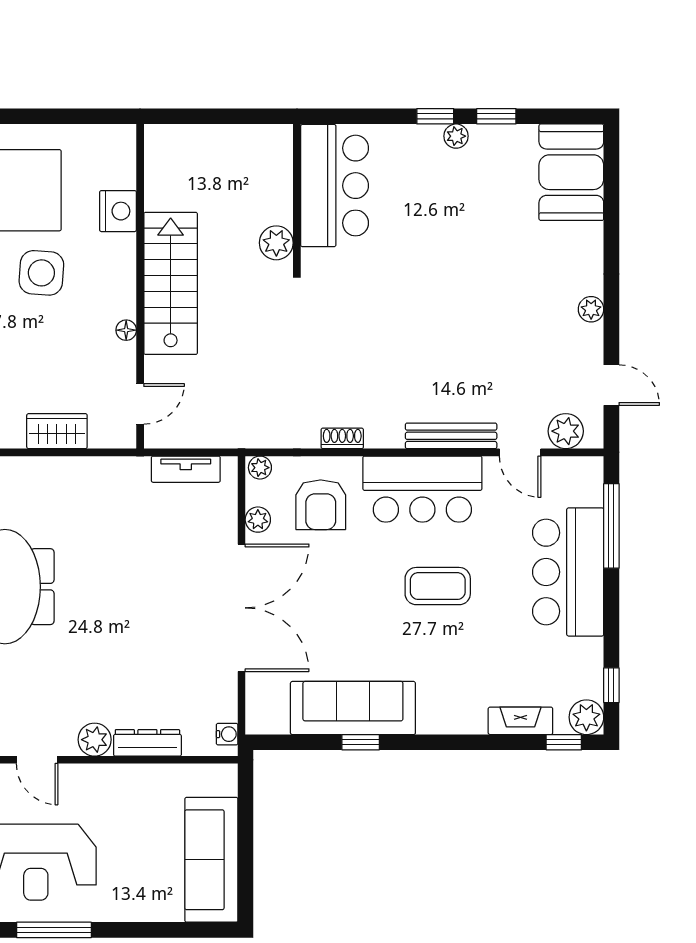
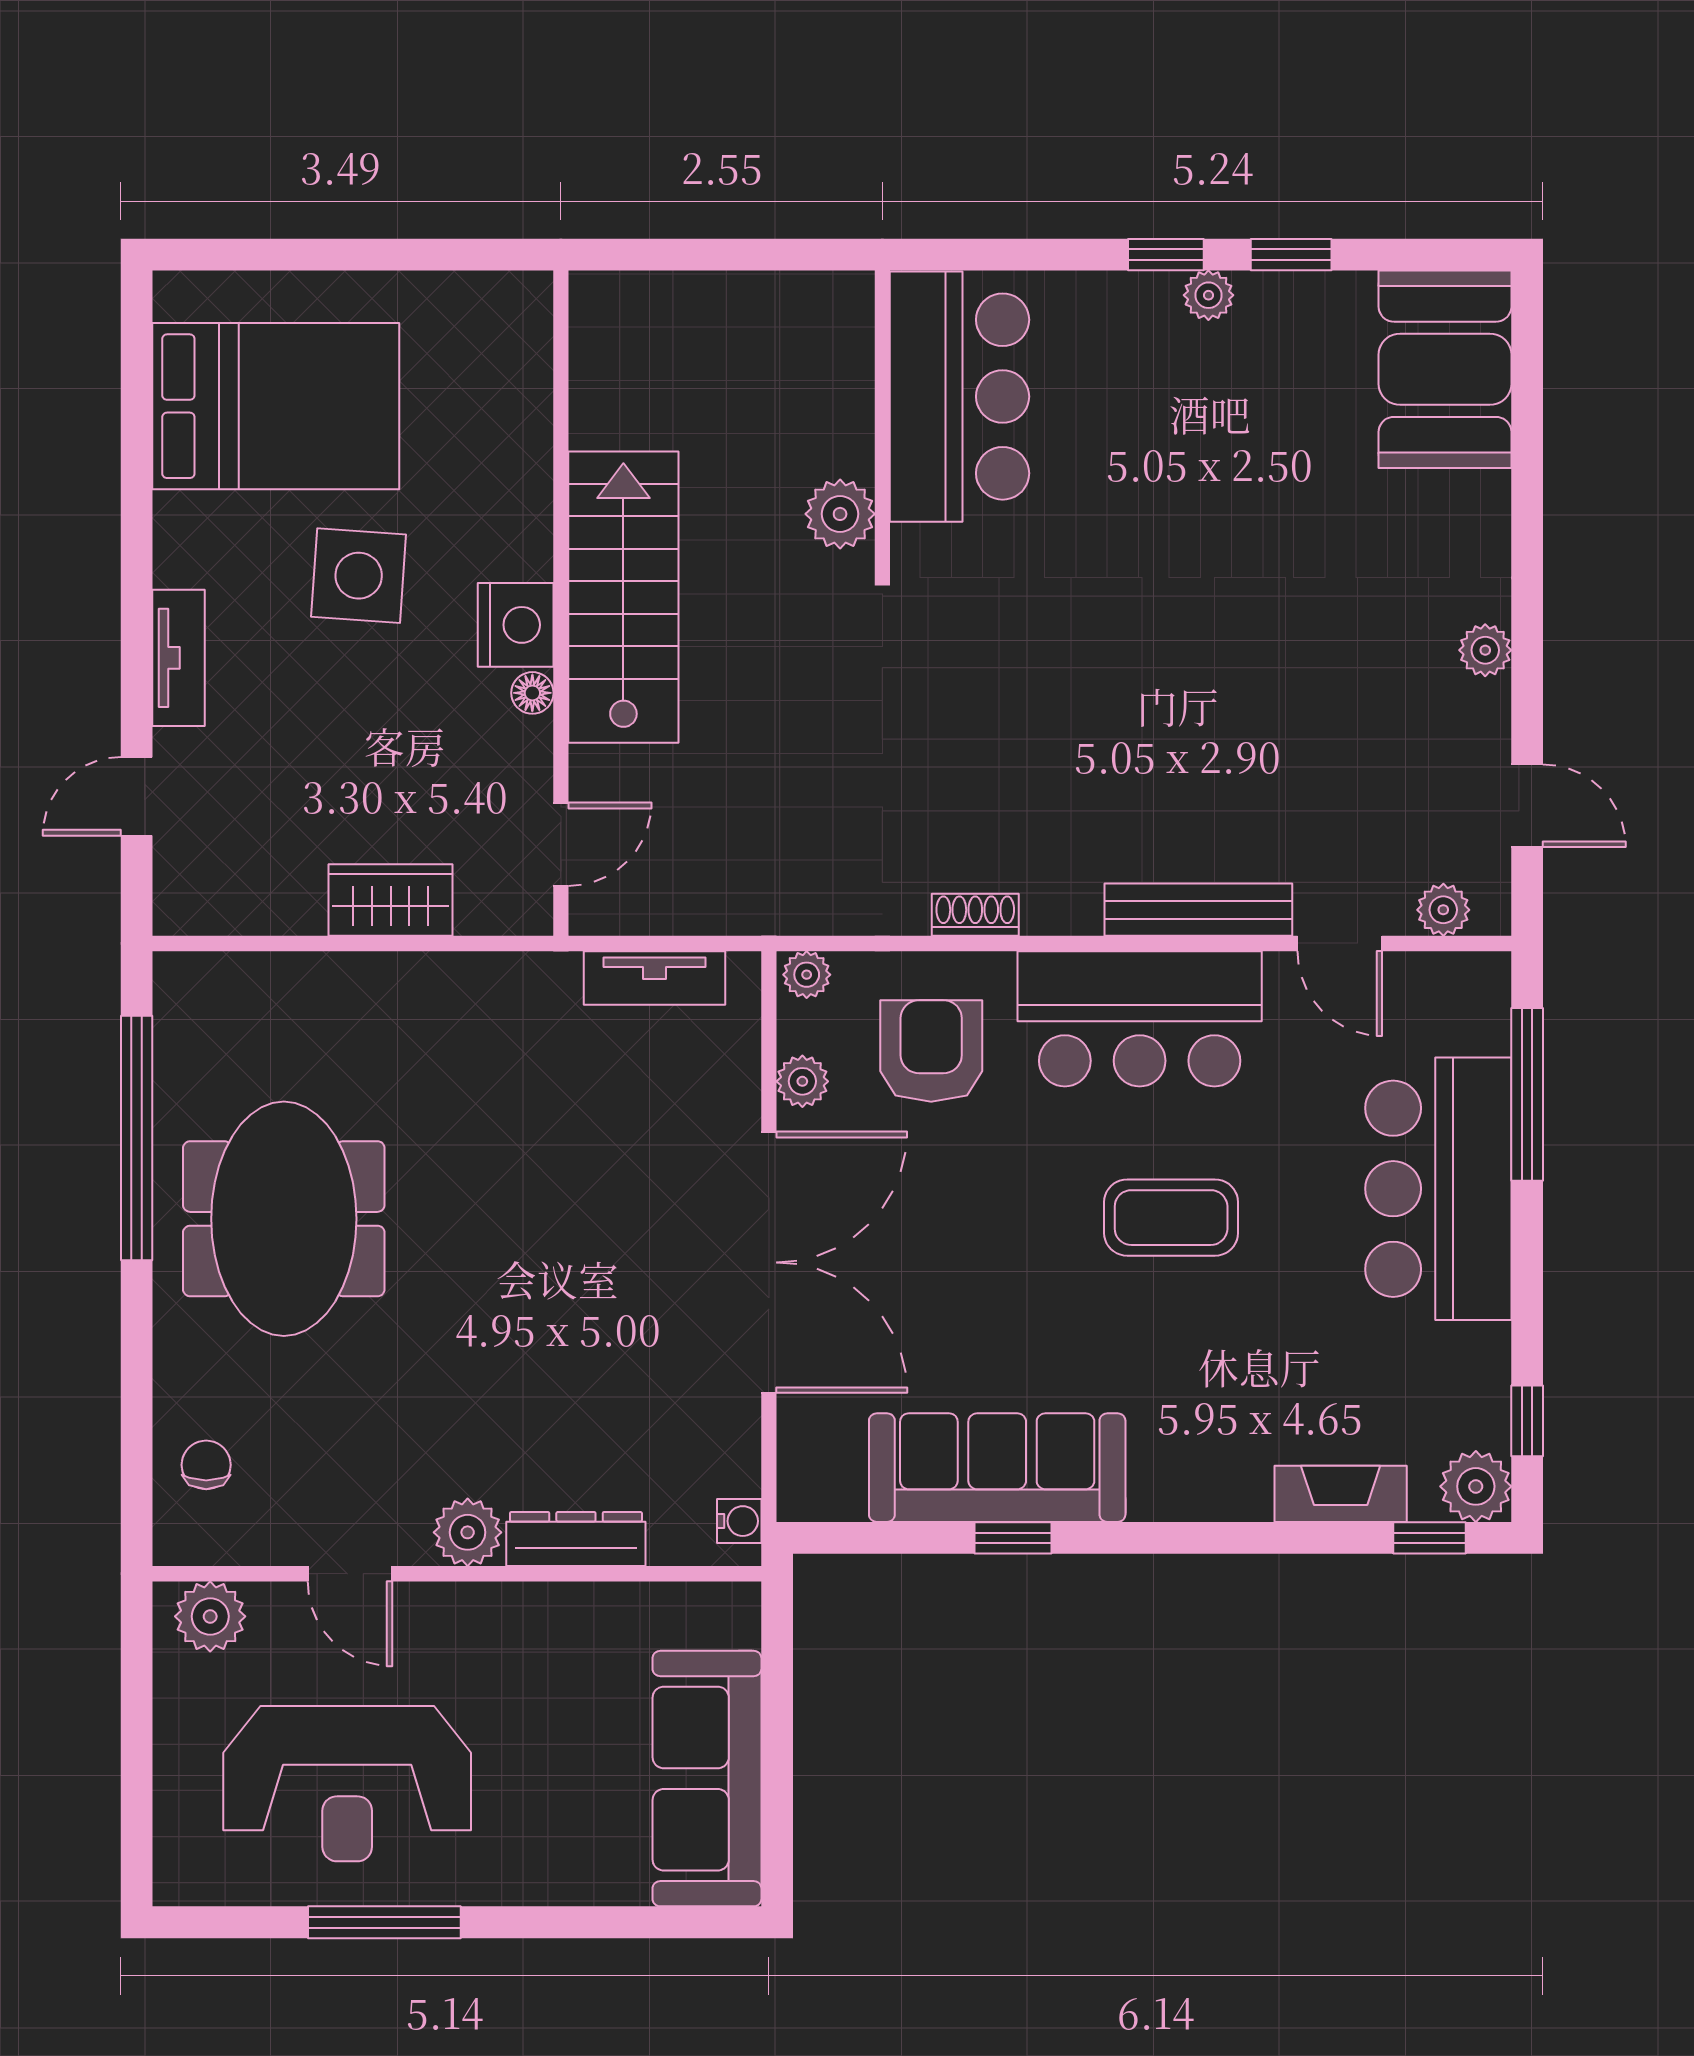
nightstand: (118, 211) -> (516, 625), moved
plant: (566, 431) -> (1443, 910), width x0.73, depth x0.73
armchair: (321, 505) -> (931, 1051), turned 180

